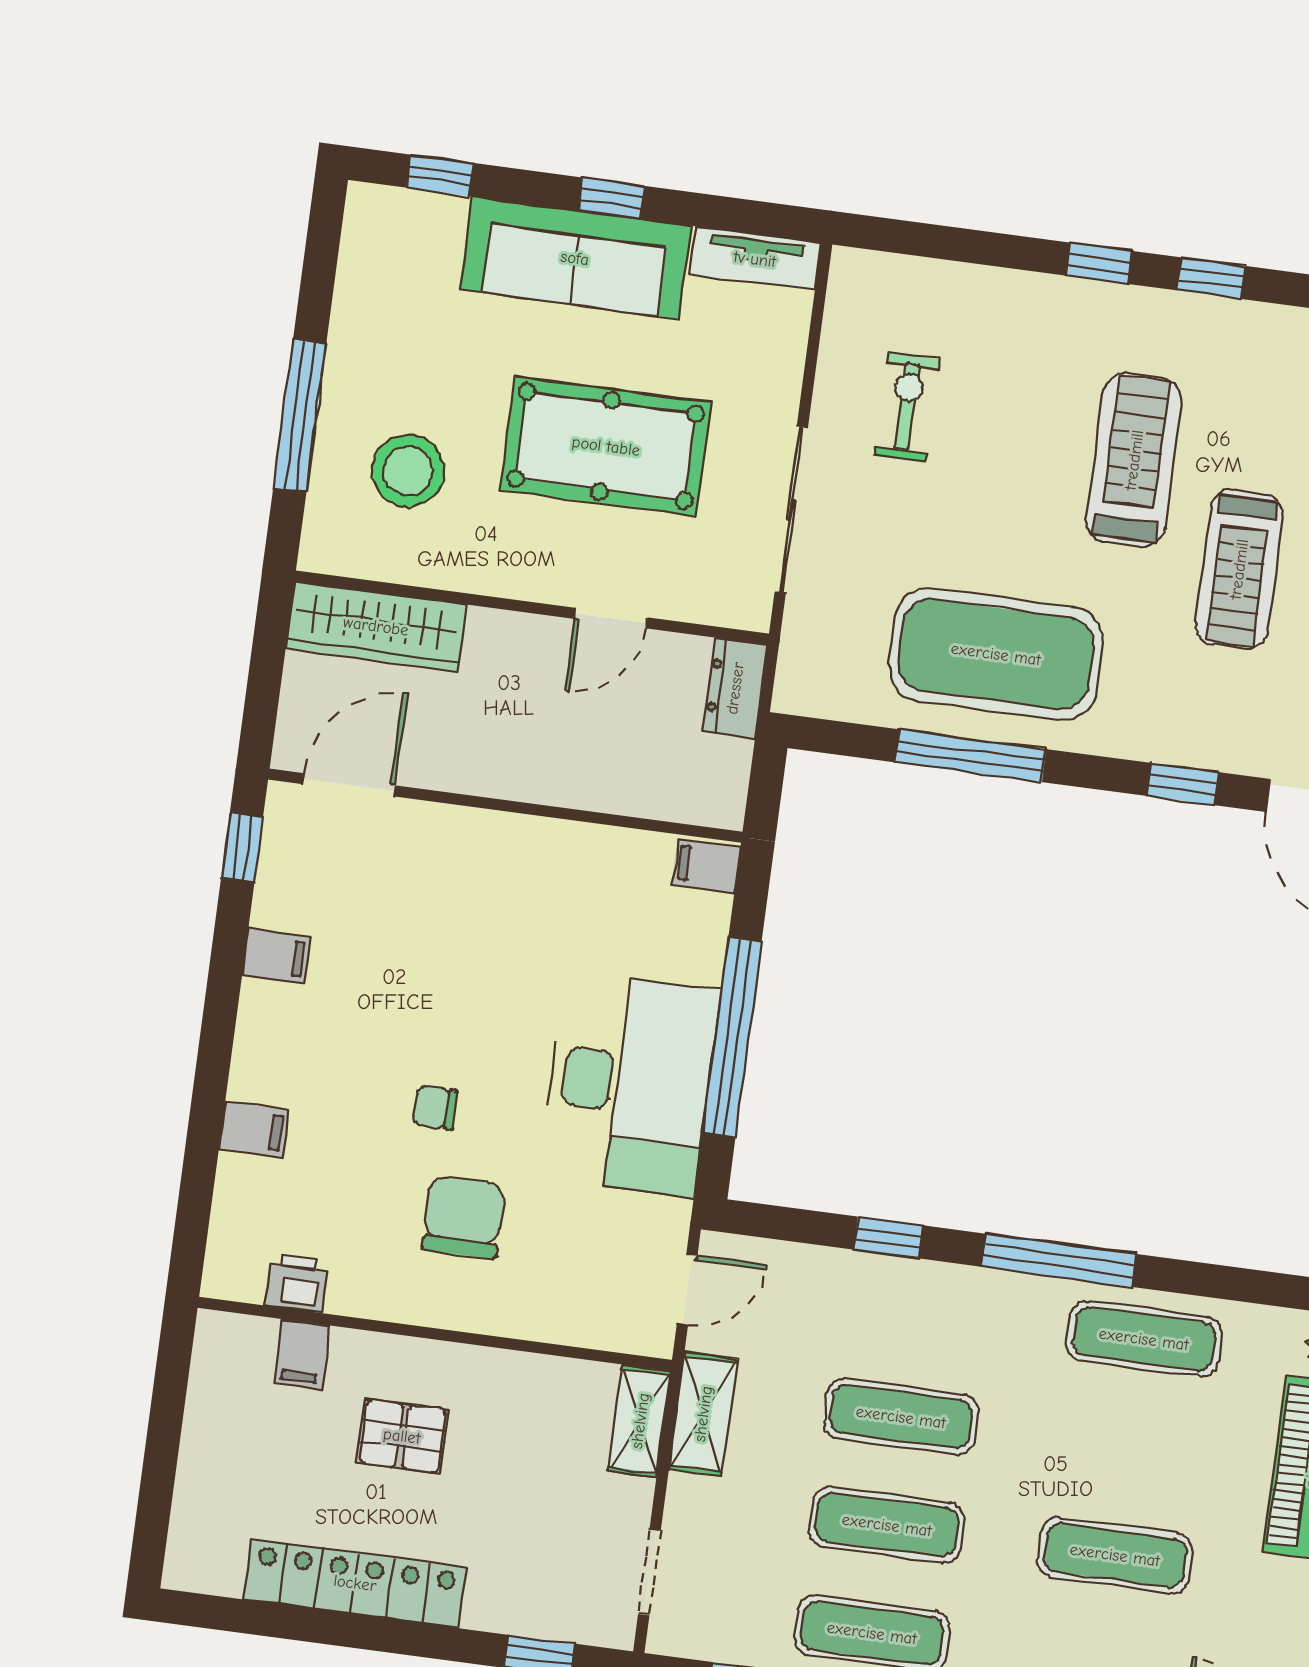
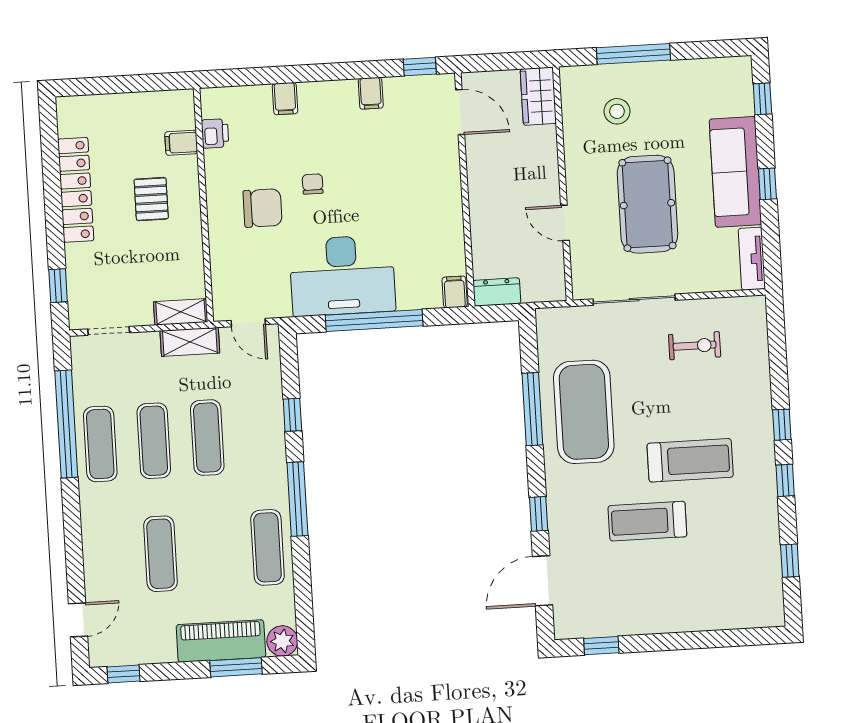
stool: (408, 471) -> (617, 111), width x0.73, depth x0.73
wardrobe: (376, 626) -> (538, 96), width x0.67
dresser: (735, 688) -> (497, 292), moved

